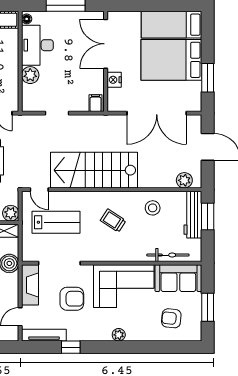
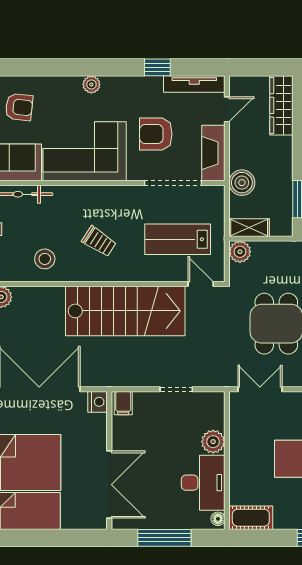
nightstand: (114, 80) -> (98, 402), moved

